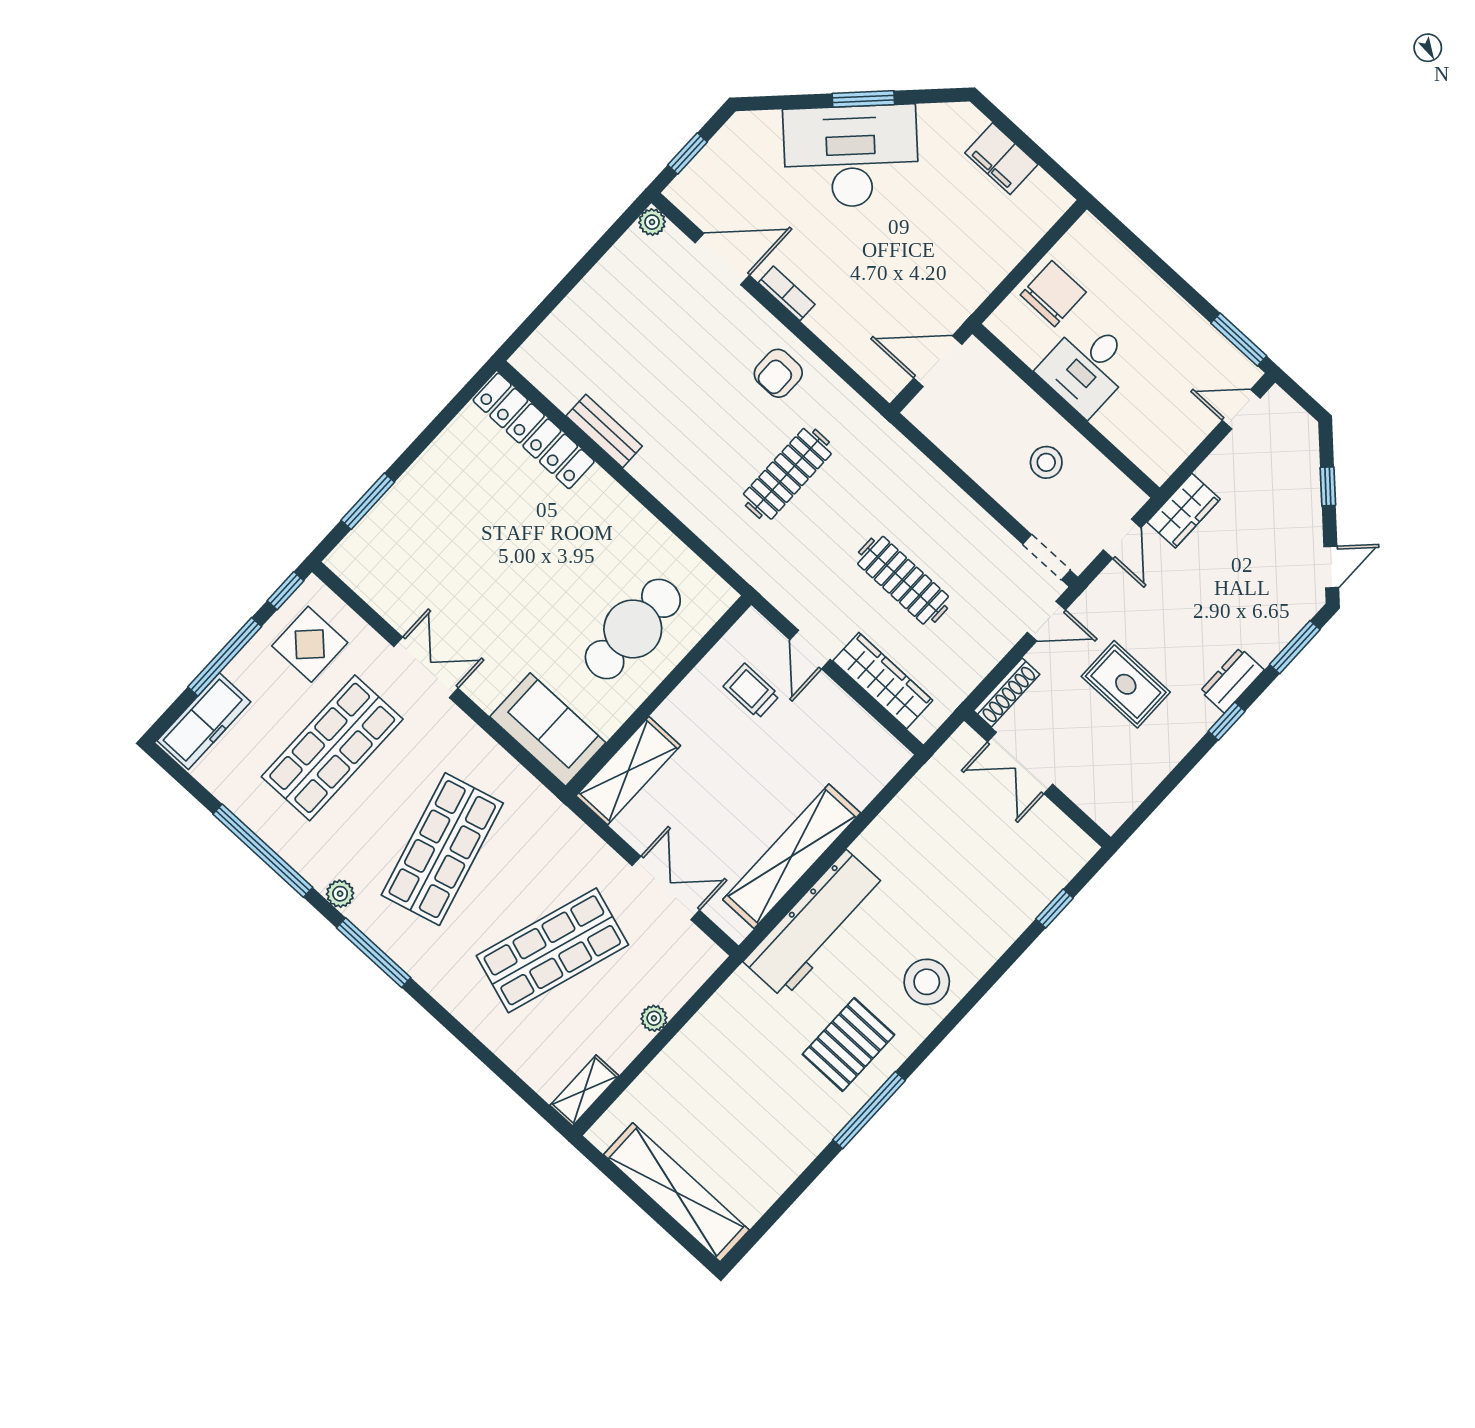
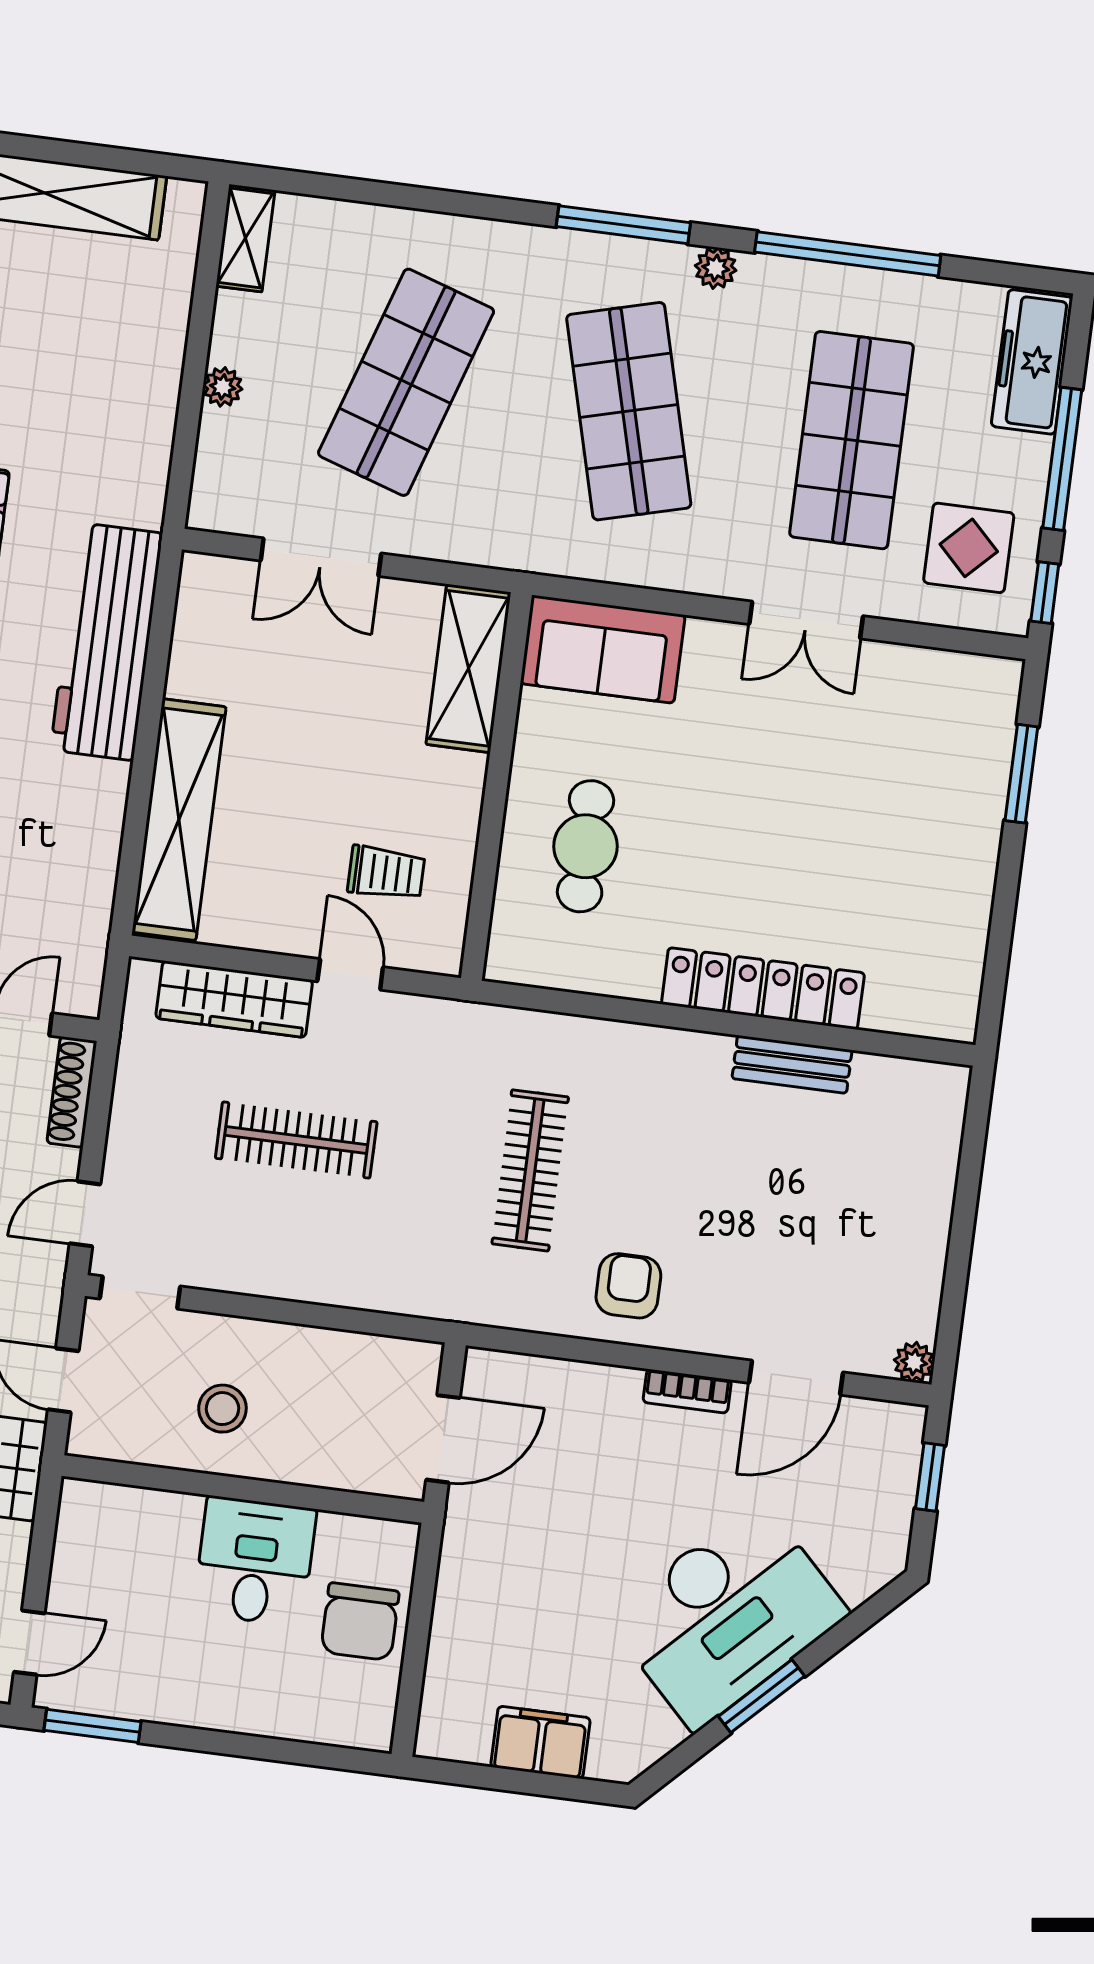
locker: (534, 431) -> (763, 988), moved
cafe table: (633, 629) -> (586, 846), width x0.73, depth x0.74
shelving: (792, 856) -> (179, 820), moved

